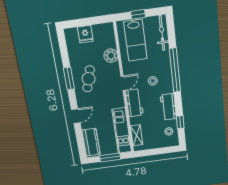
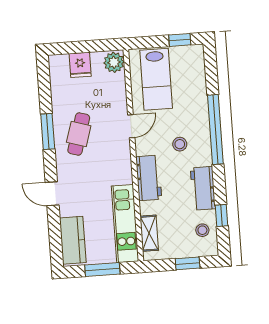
window: (138, 14) -> (180, 40), moved
bicycle: (162, 33) -> (197, 71), removed
plant: (111, 56) -> (114, 62), moved
door: (123, 83) -> (131, 126), moved
door: (76, 116) -> (52, 194), swing flipped
window: (161, 151) -> (188, 263), added

